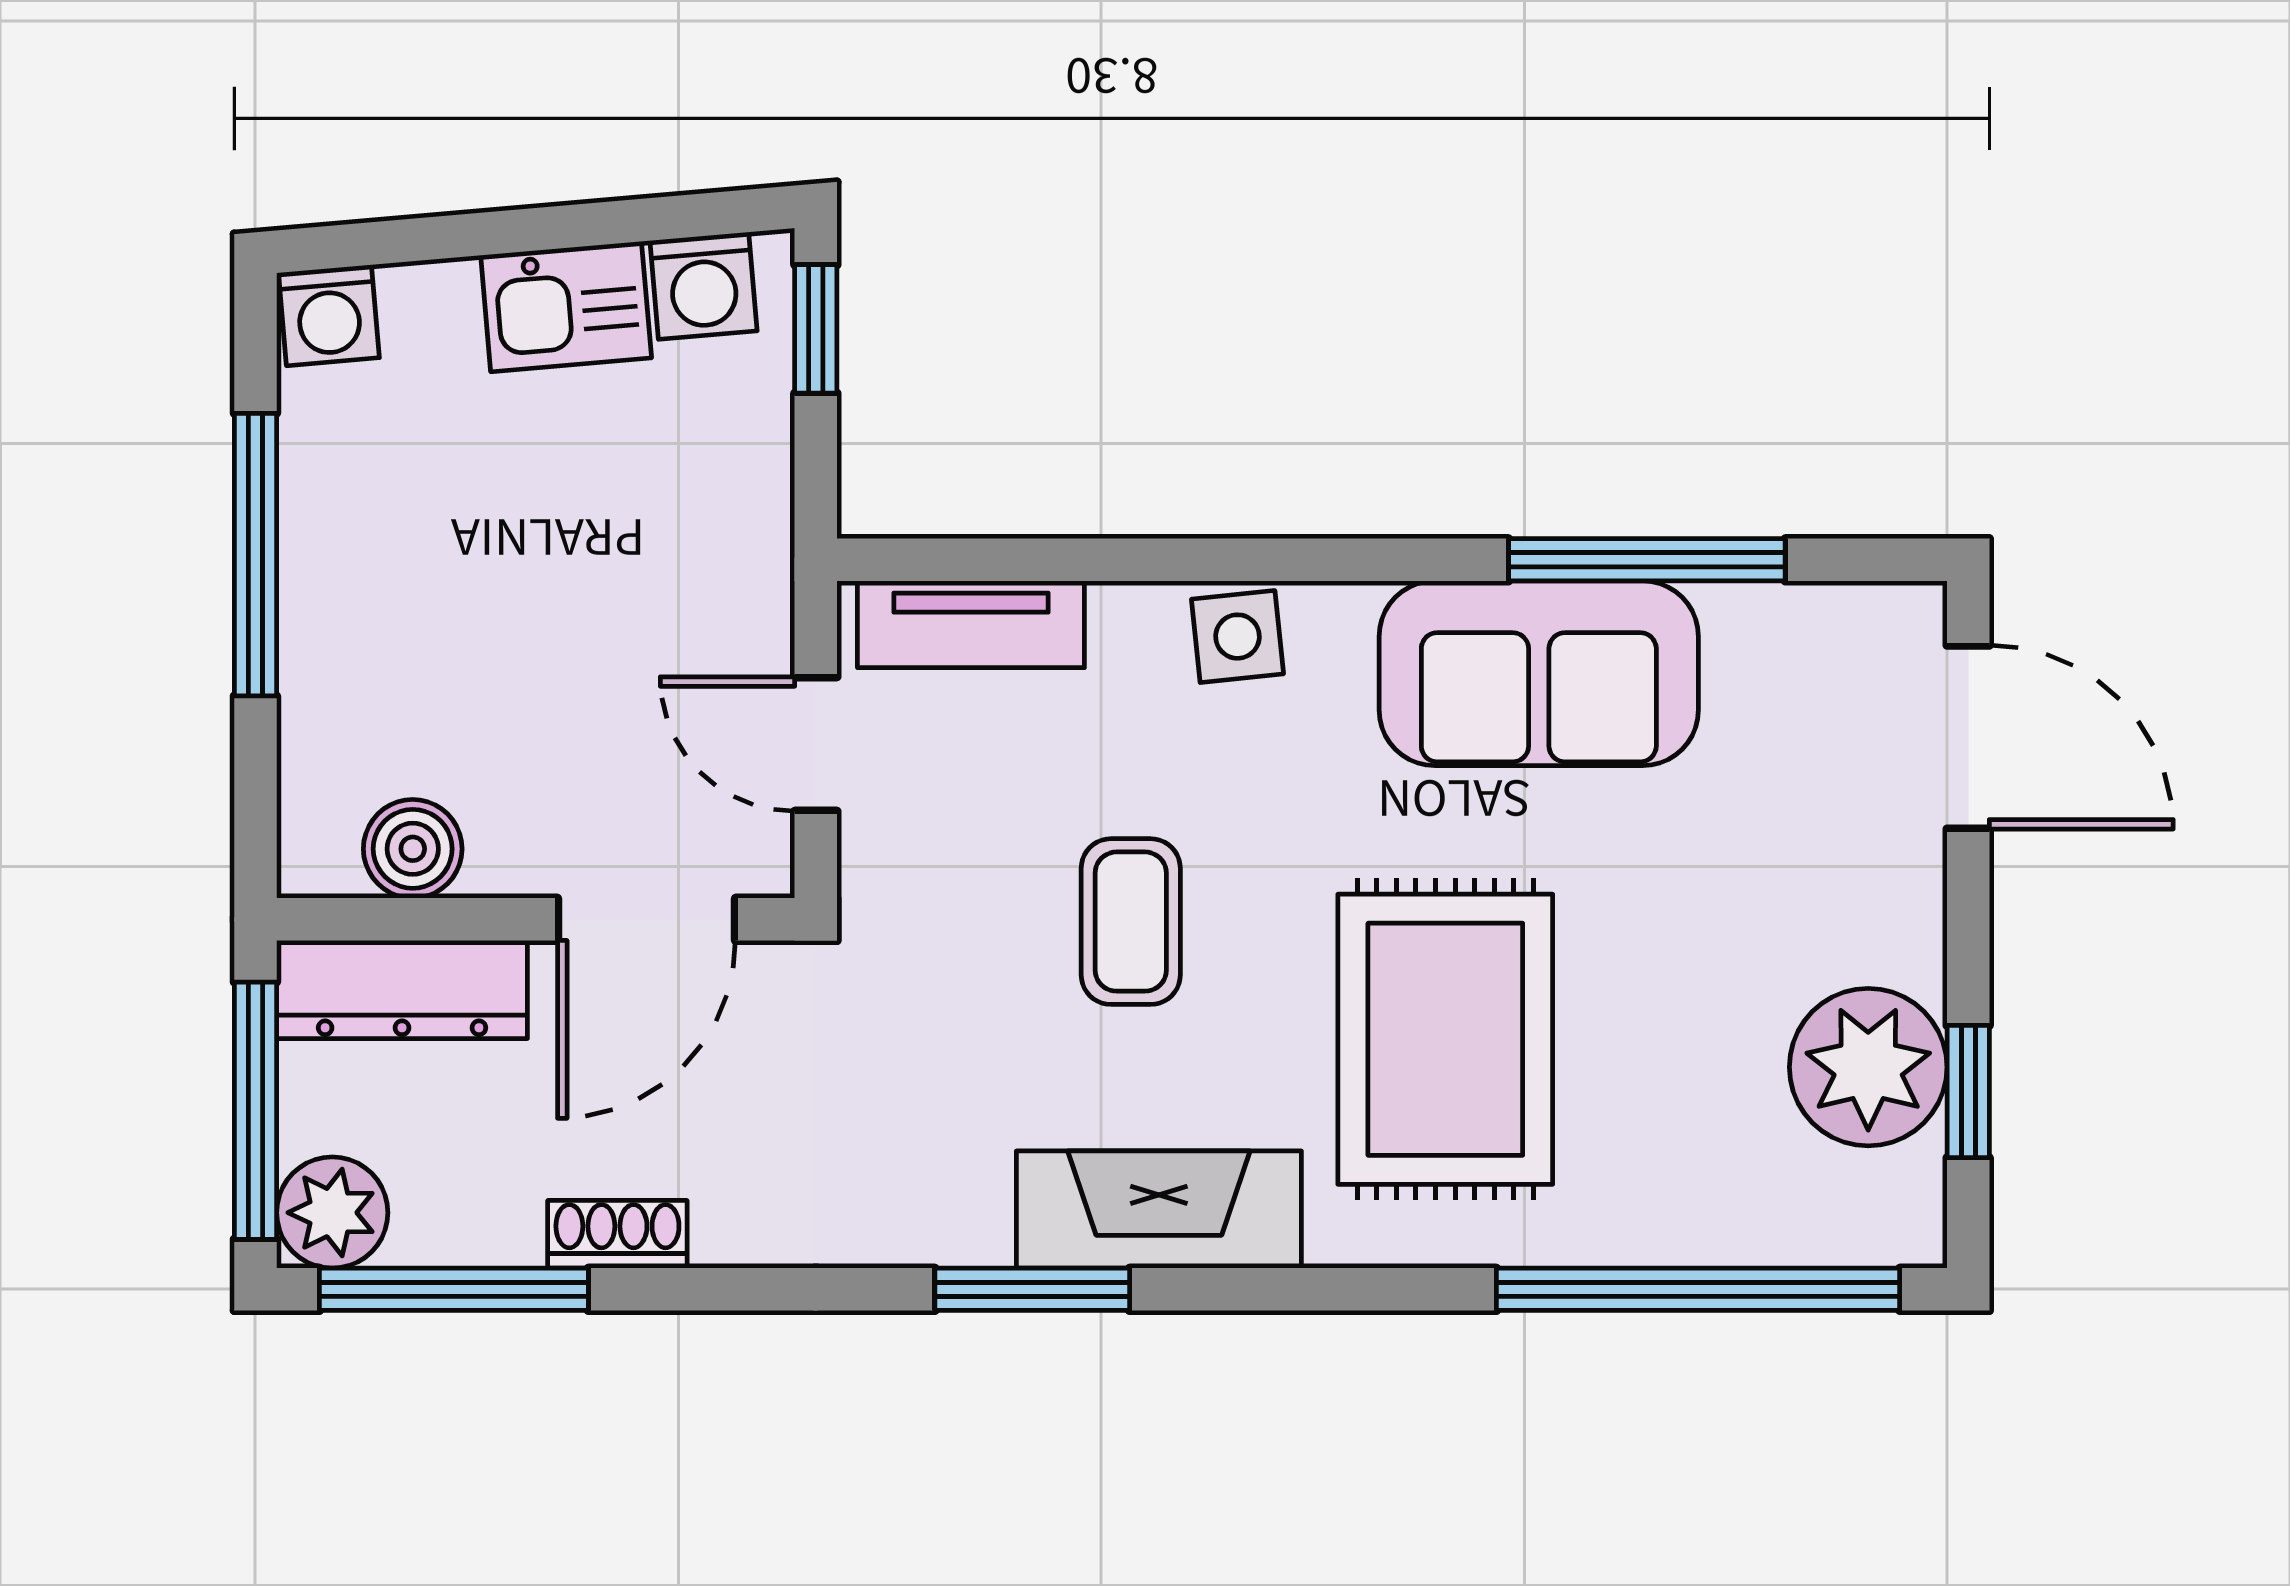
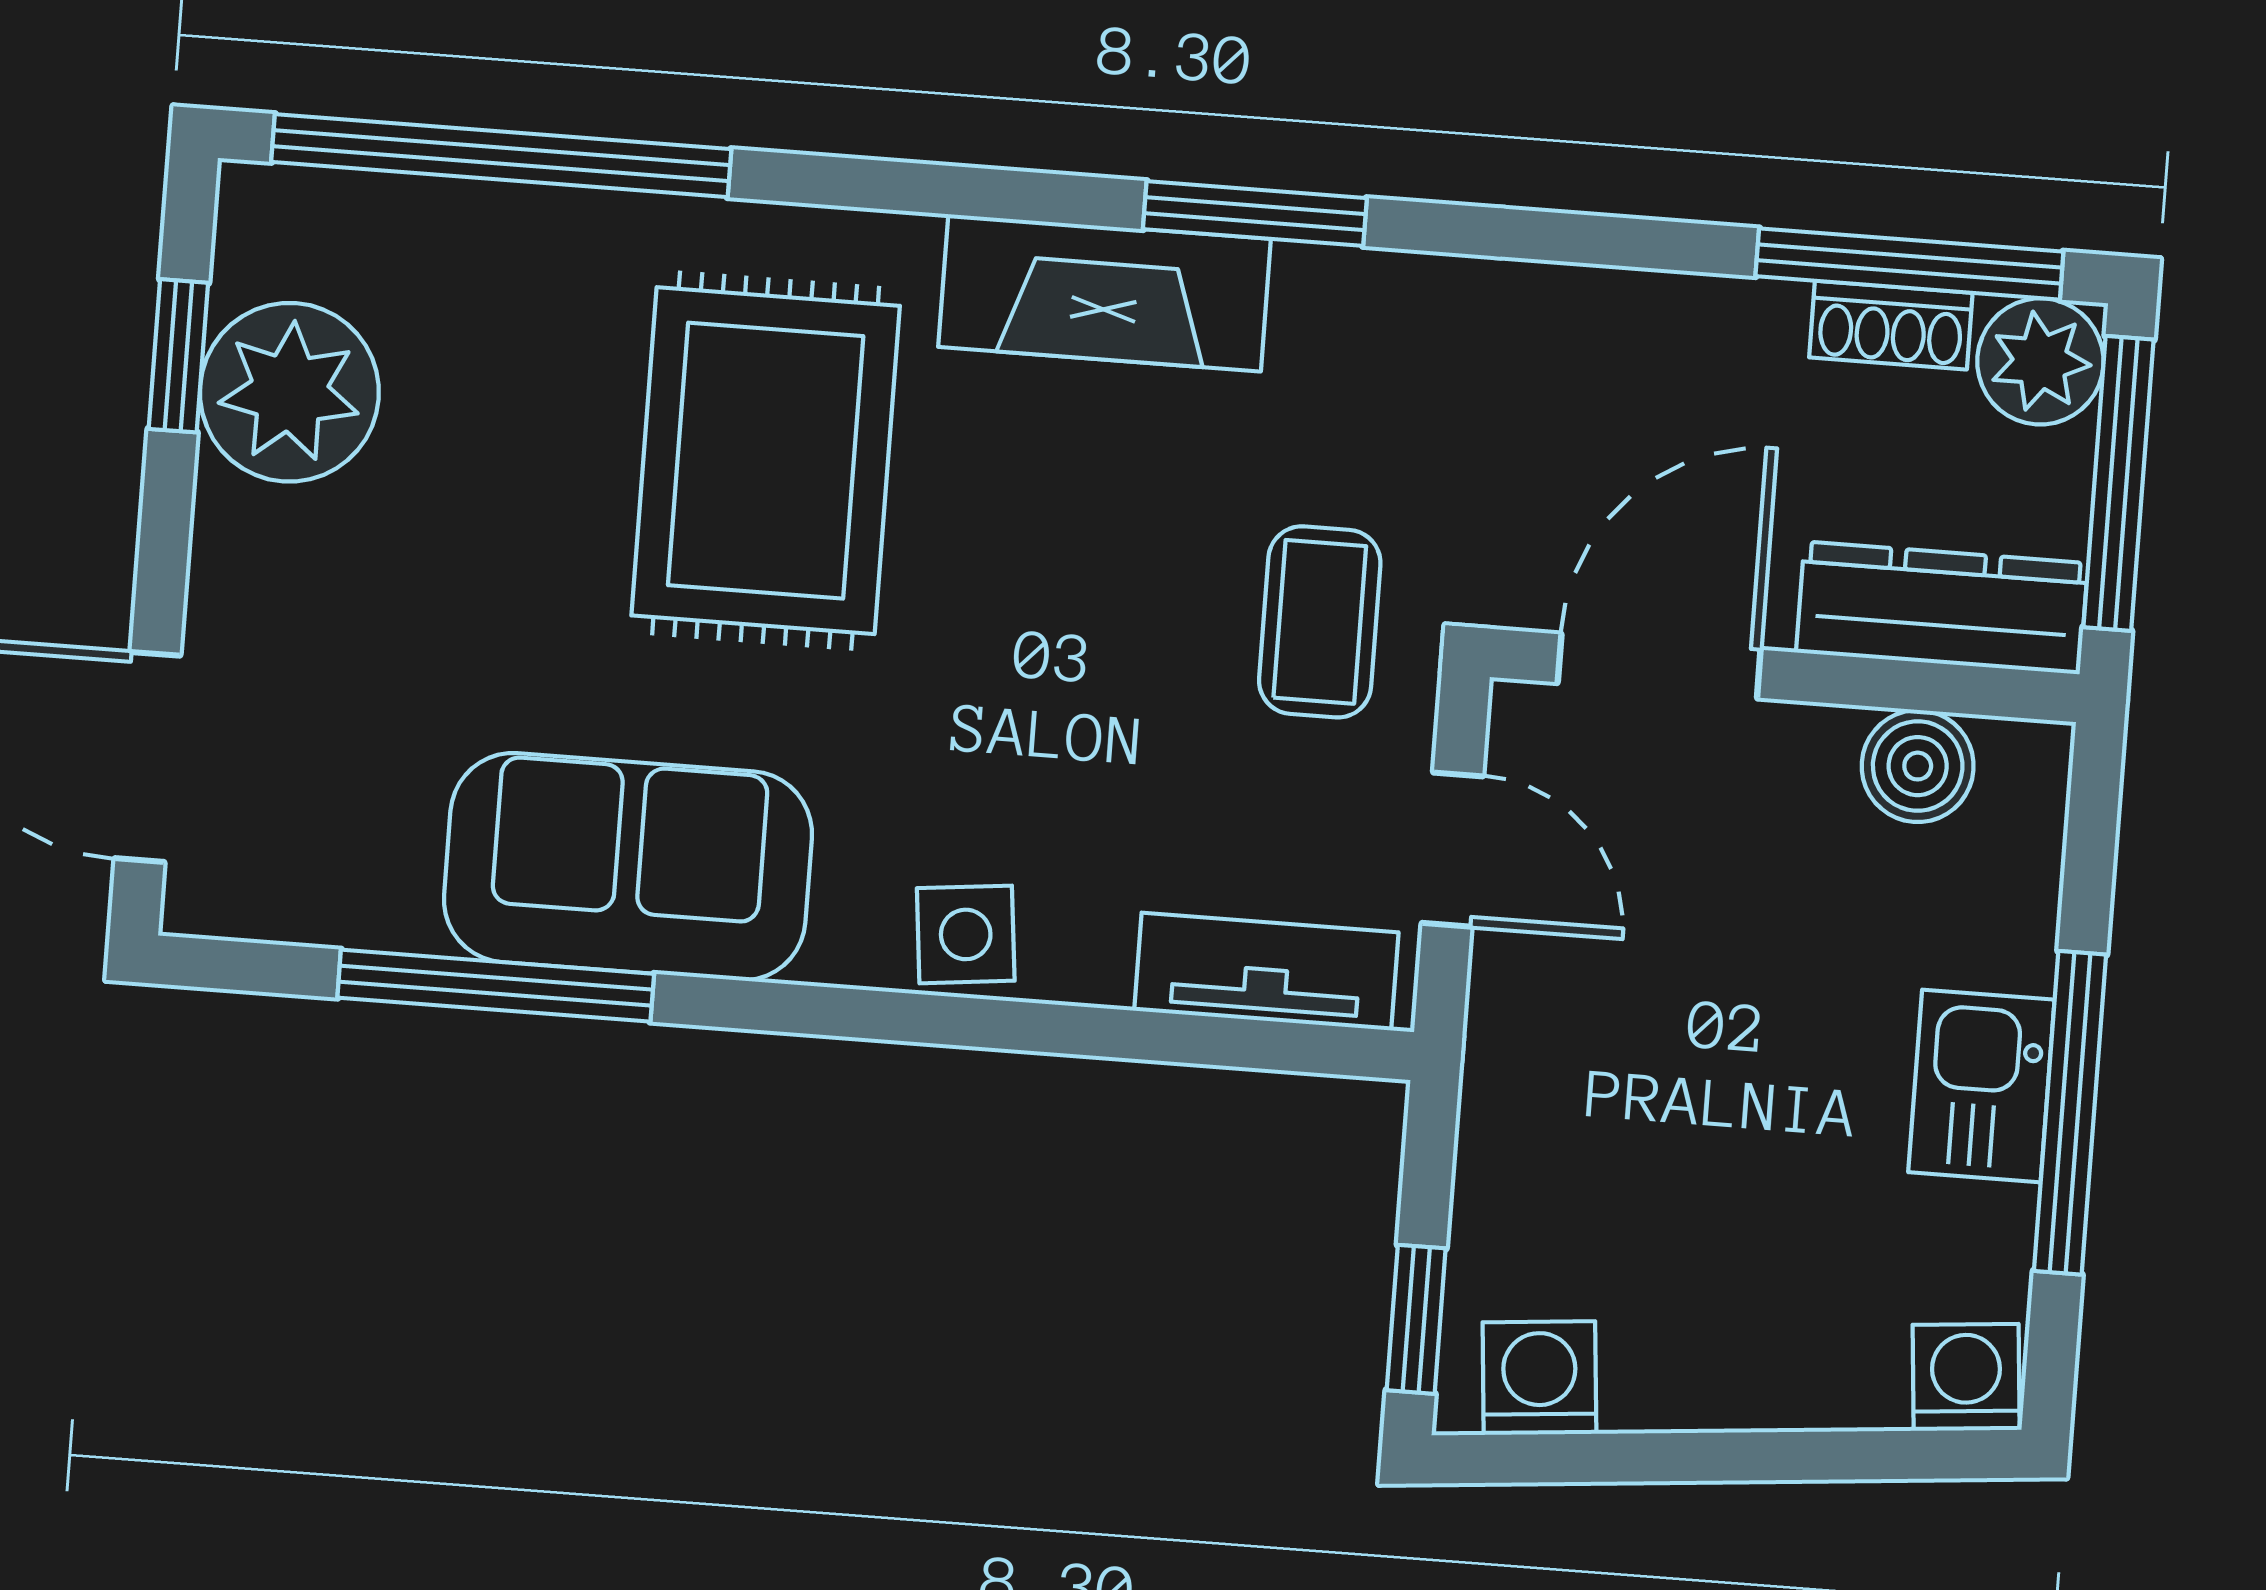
kitchen sink: (566, 307) -> (1981, 1086), moved, turned -85
coffee table: (1131, 922) -> (1320, 622), moved
shoe rack: (617, 1234) -> (1891, 325), moved

